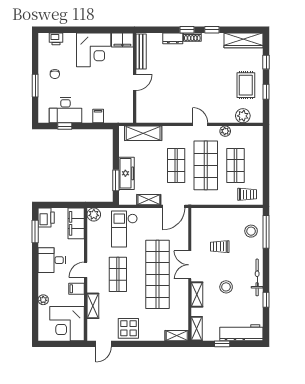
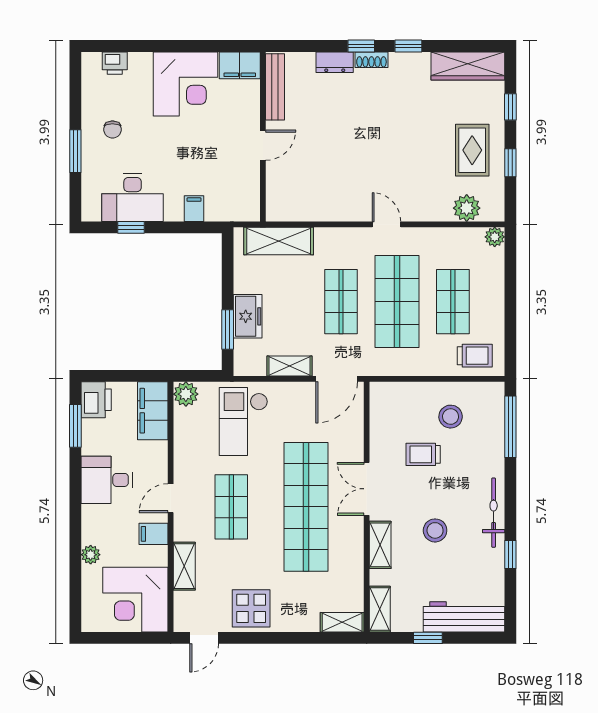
plant: (225, 131) -> (495, 237), moved
freezer: (127, 173) -> (248, 316), width x0.71
stool: (251, 231) -> (451, 417), moved

